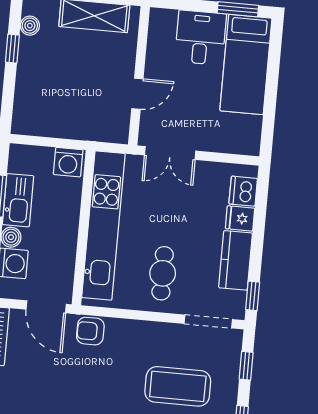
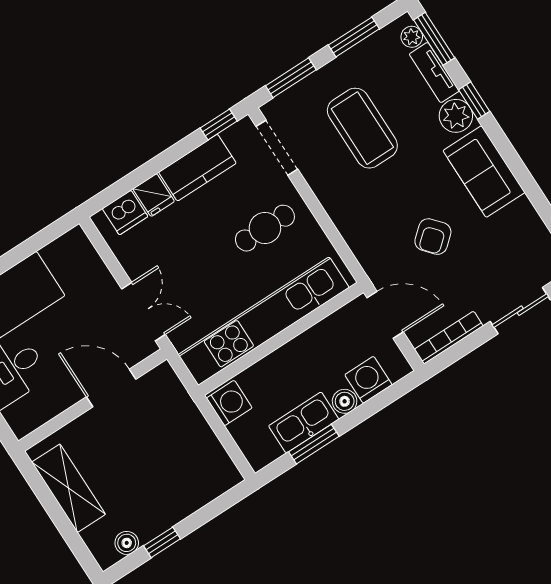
door: (137, 94) -> (111, 388), width x1.38
door: (46, 307) -> (385, 315), hinge flipped
armchair: (90, 331) -> (433, 237), moved, turned 49
window: (246, 366) -> (291, 78), width x1.50

